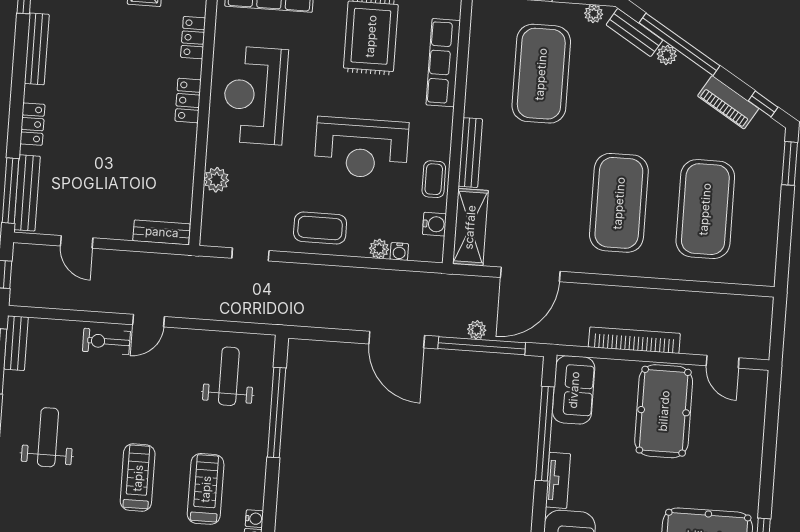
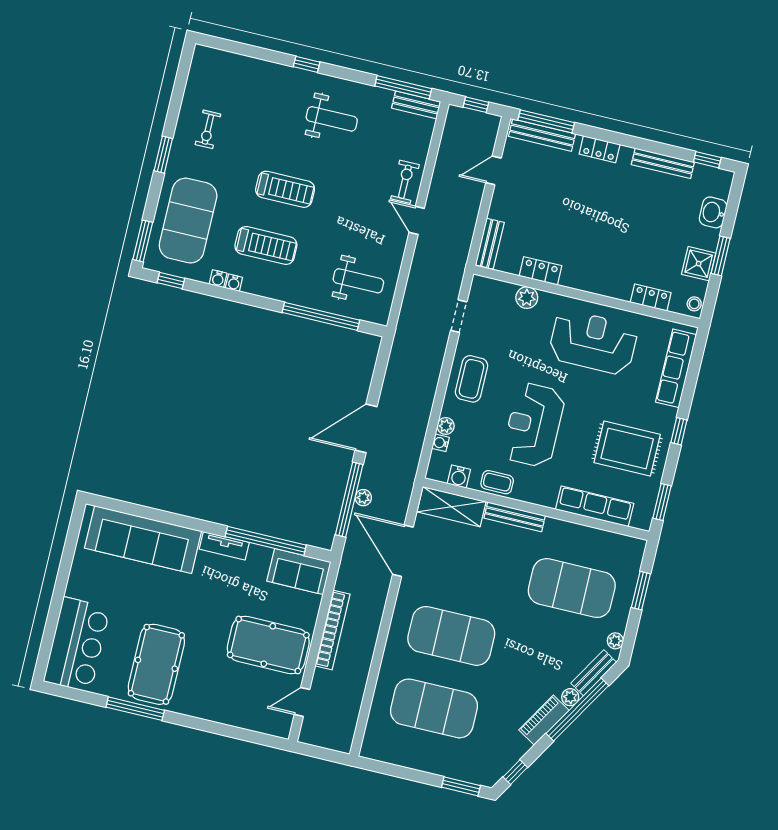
locker: (188, 101) -> (541, 271), moved
piano: (728, 102) -> (544, 720), moved

